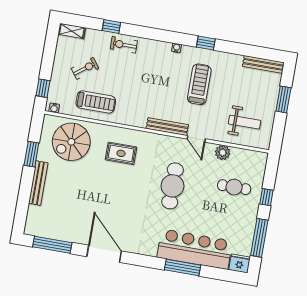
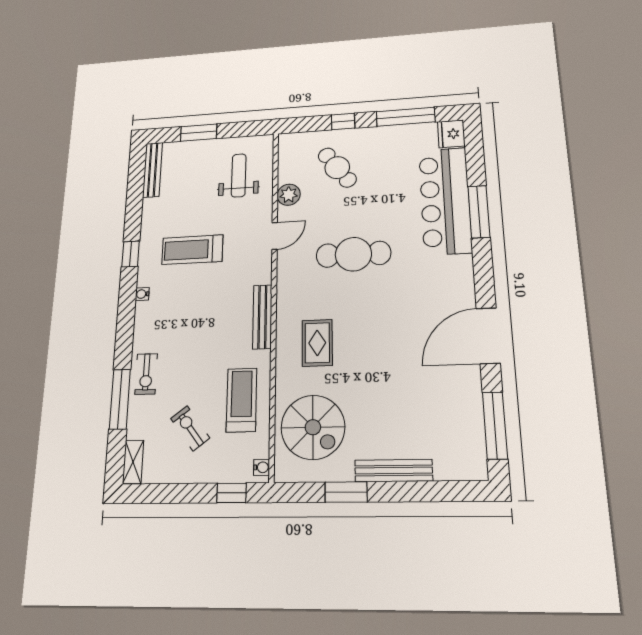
window: (111, 27) -> (120, 399), width x2.17
bench: (167, 127) -> (262, 317), moved
cafe table: (234, 187) -> (337, 168), turned -36

